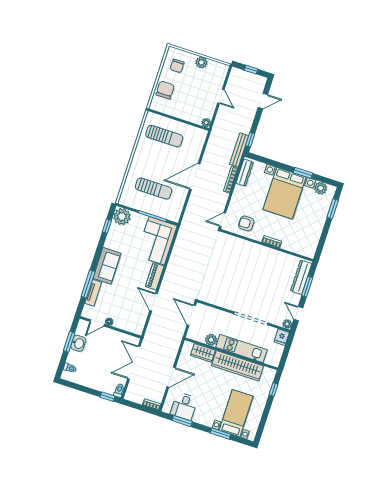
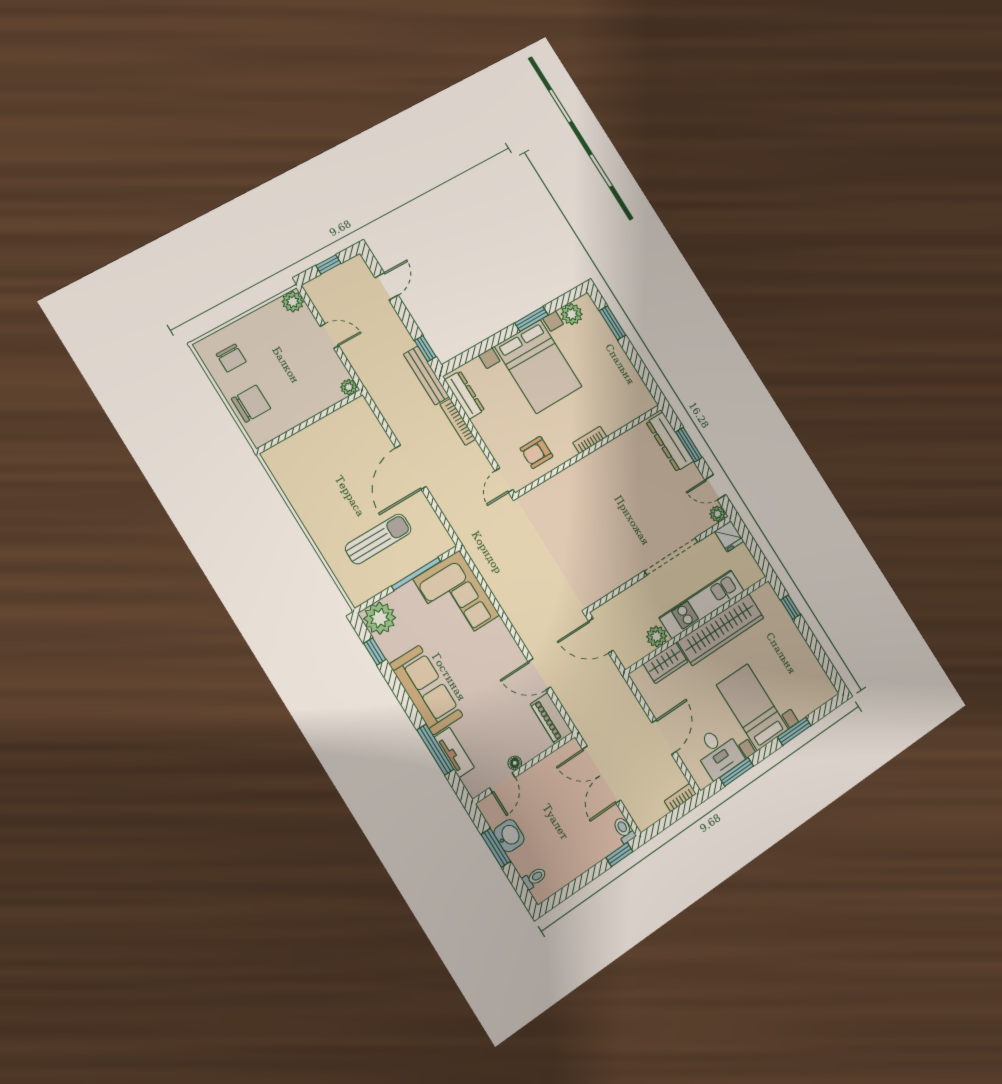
plant: (201, 62) -> (293, 302), moved
chair: (165, 90) -> (251, 404), turned 90
sun lounger: (164, 136) -> (316, 461), removed
sofa: (107, 266) -> (426, 690), width x1.36
piano: (155, 276) -> (551, 718), moved
bed with nightstands: (236, 413) -> (752, 707), moved

